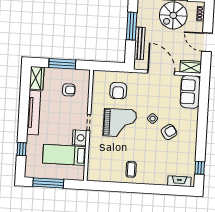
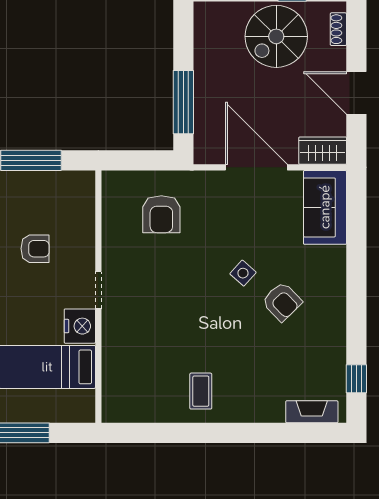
window: (132, 26) -> (183, 102), moved
bench: (140, 43) -> (204, 104), removed
armchair: (69, 90) -> (35, 249), moved
grand piano: (120, 123) -> (169, 287), removed
armchair: (169, 132) -> (282, 302), turned 80

